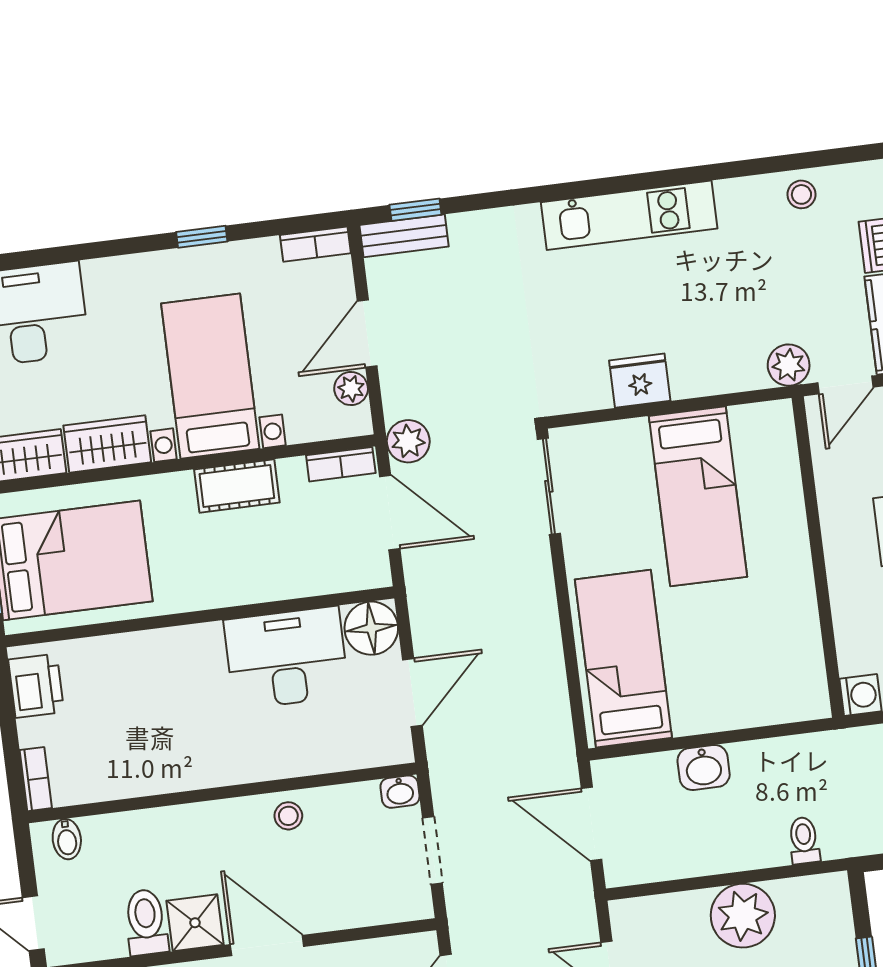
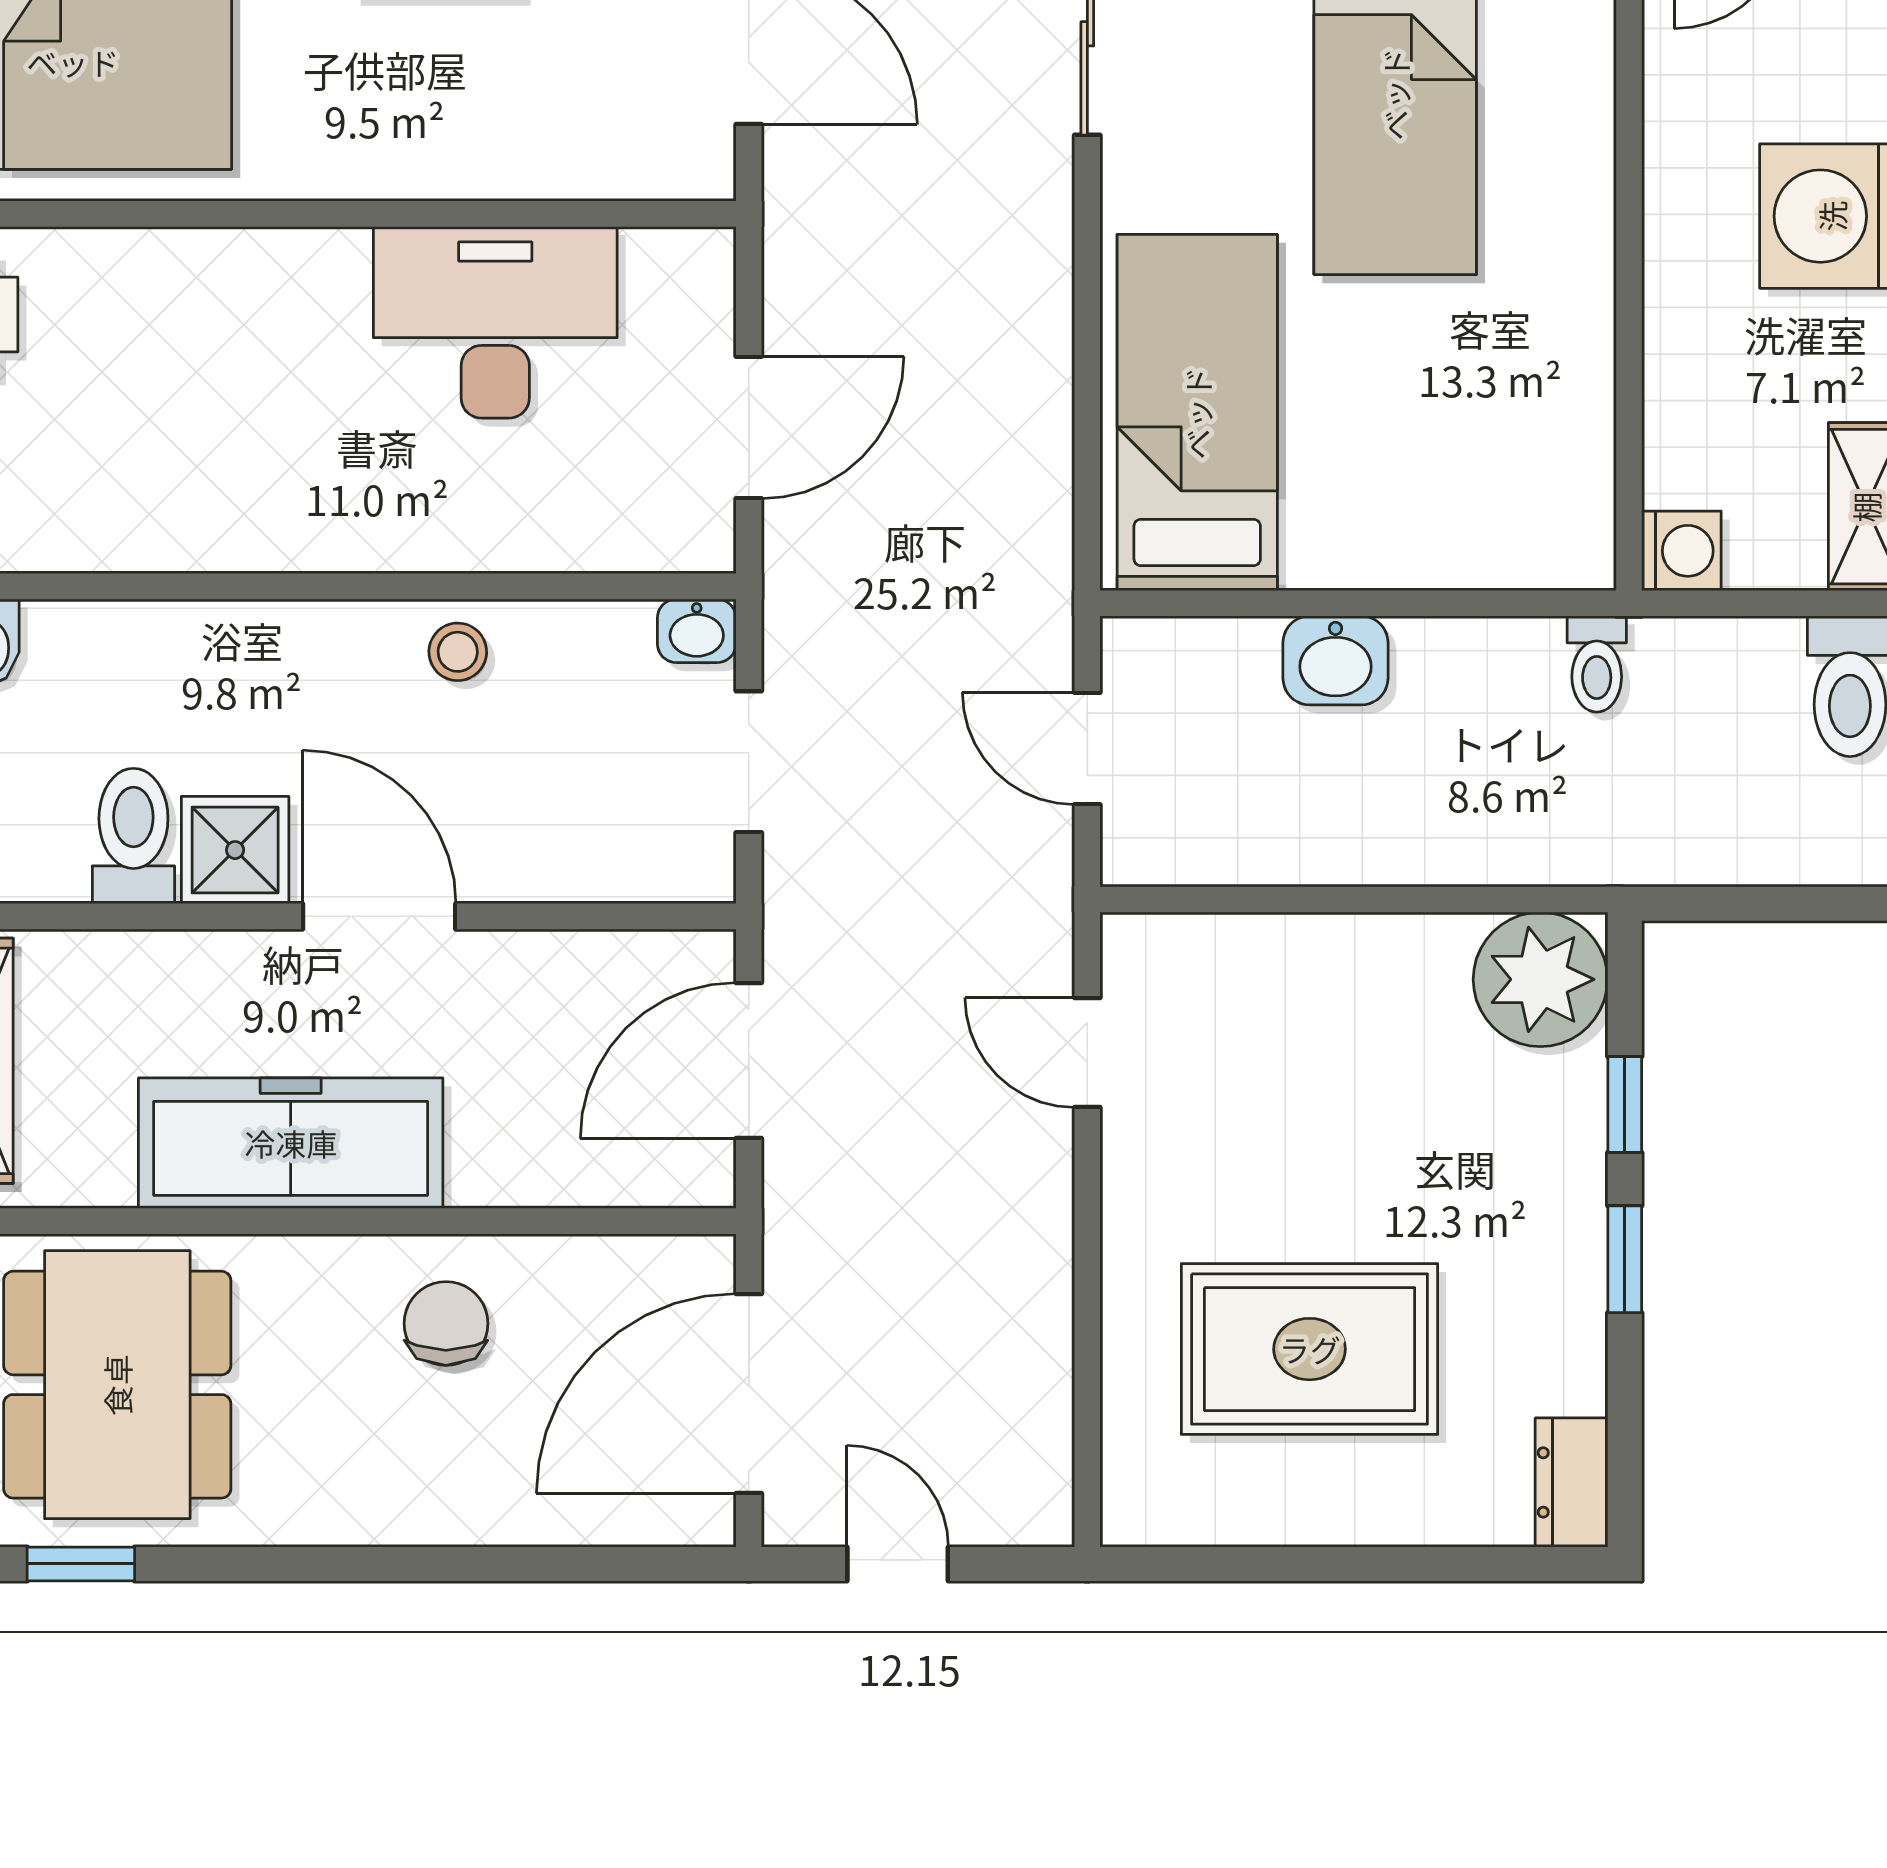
floor lamp: (371, 628) -> (680, 283), removed
door: (592, 824) -> (1087, 749), width x0.73
toilet: (804, 840) -> (1597, 664), moved, turned 180
plant: (743, 916) -> (1540, 979), moved

